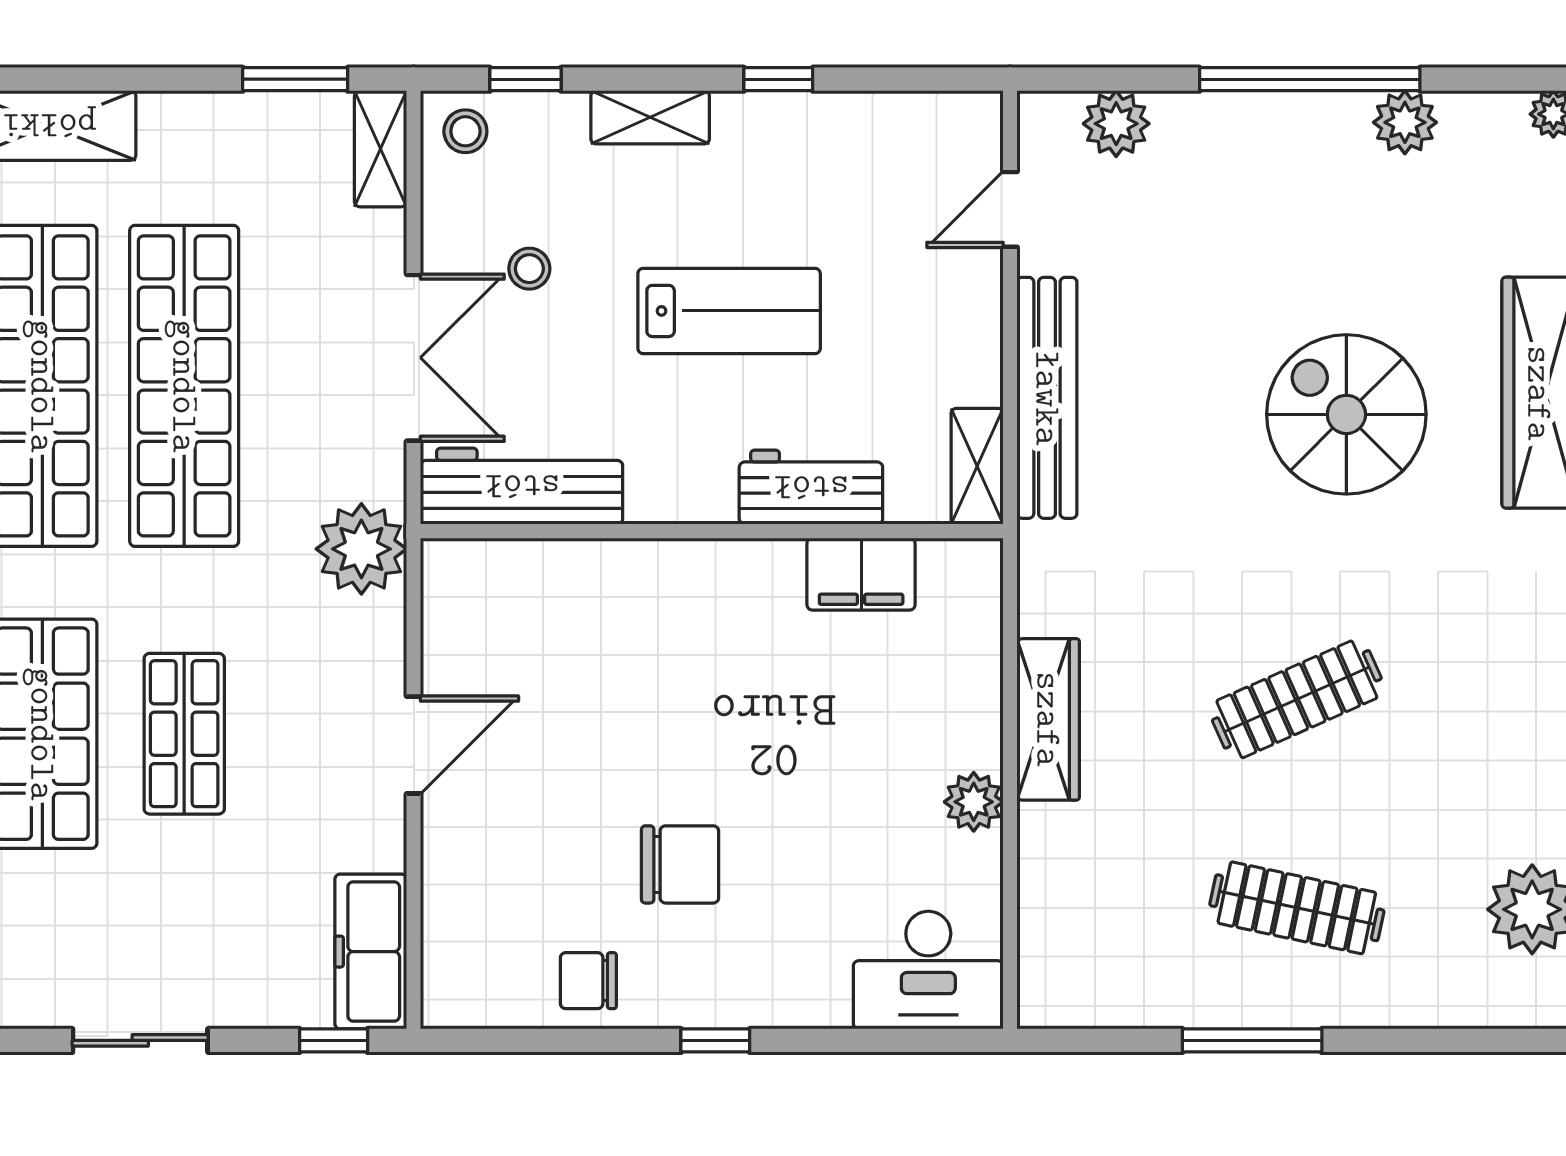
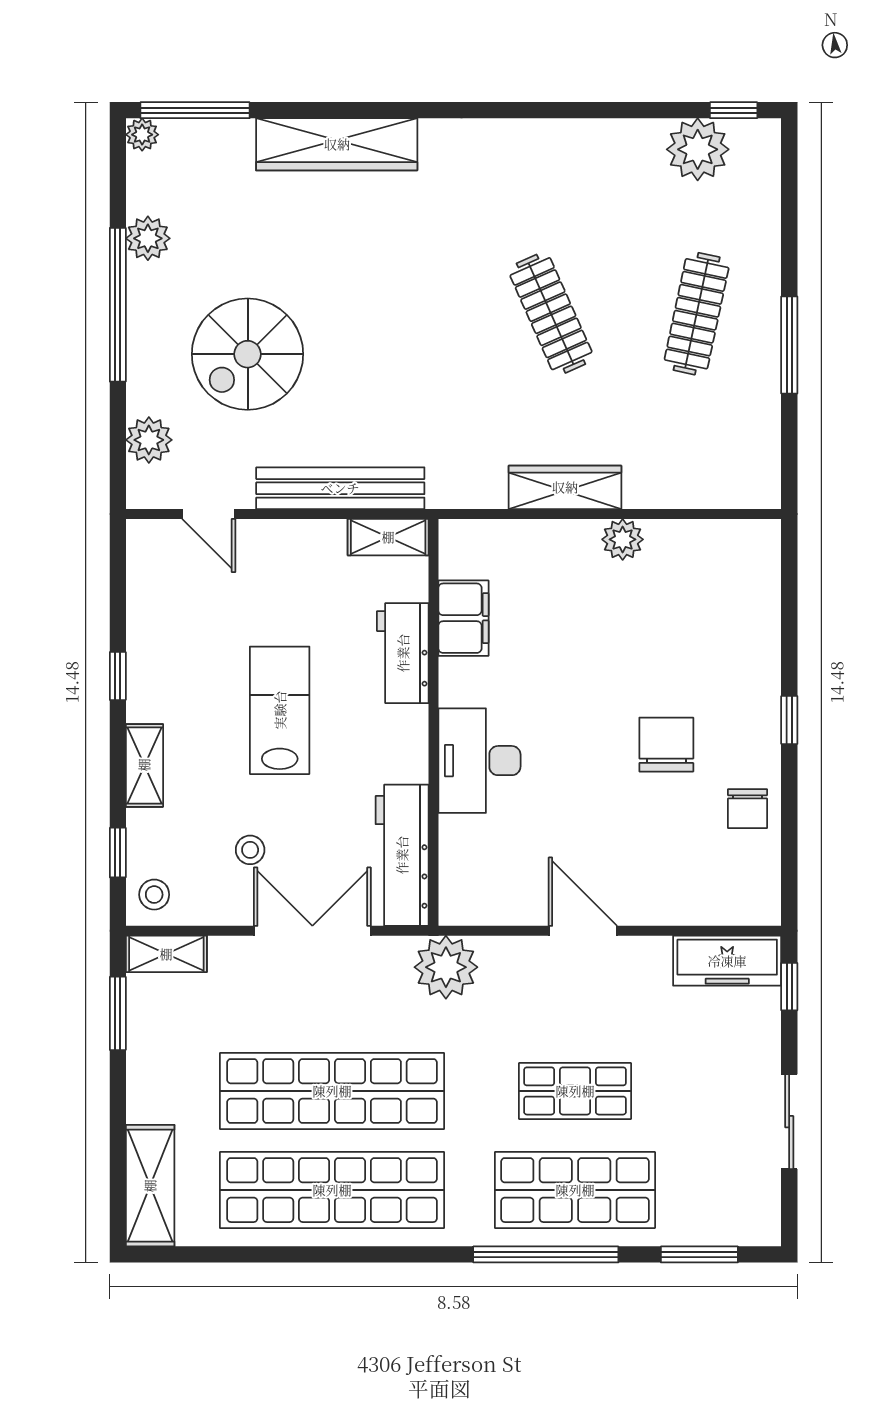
spiral stairs: (1346, 414) -> (248, 354), moved
desk: (928, 970) -> (479, 761), moved, turned 180

